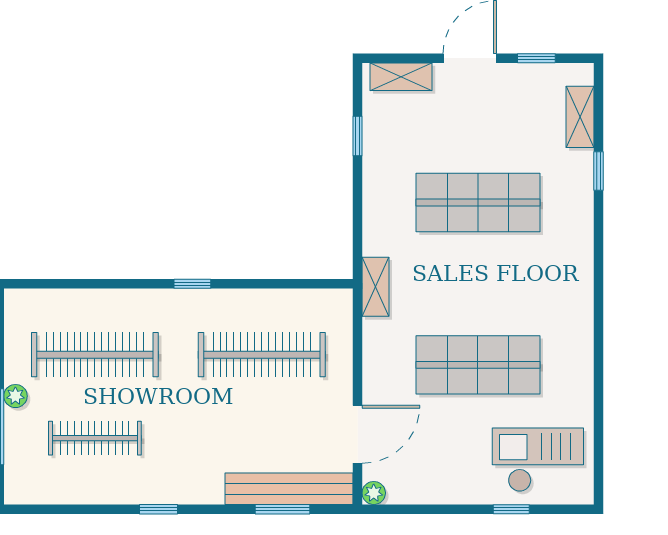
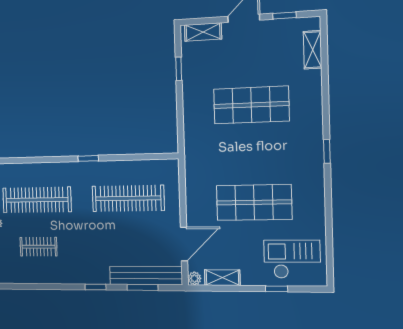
window: (598, 171) -> (327, 151), moved
shelving: (376, 287) -> (222, 278), moved, turned 90
clothes rail: (95, 438) -> (38, 247), width x0.73
window: (159, 509) -> (96, 287), moved

